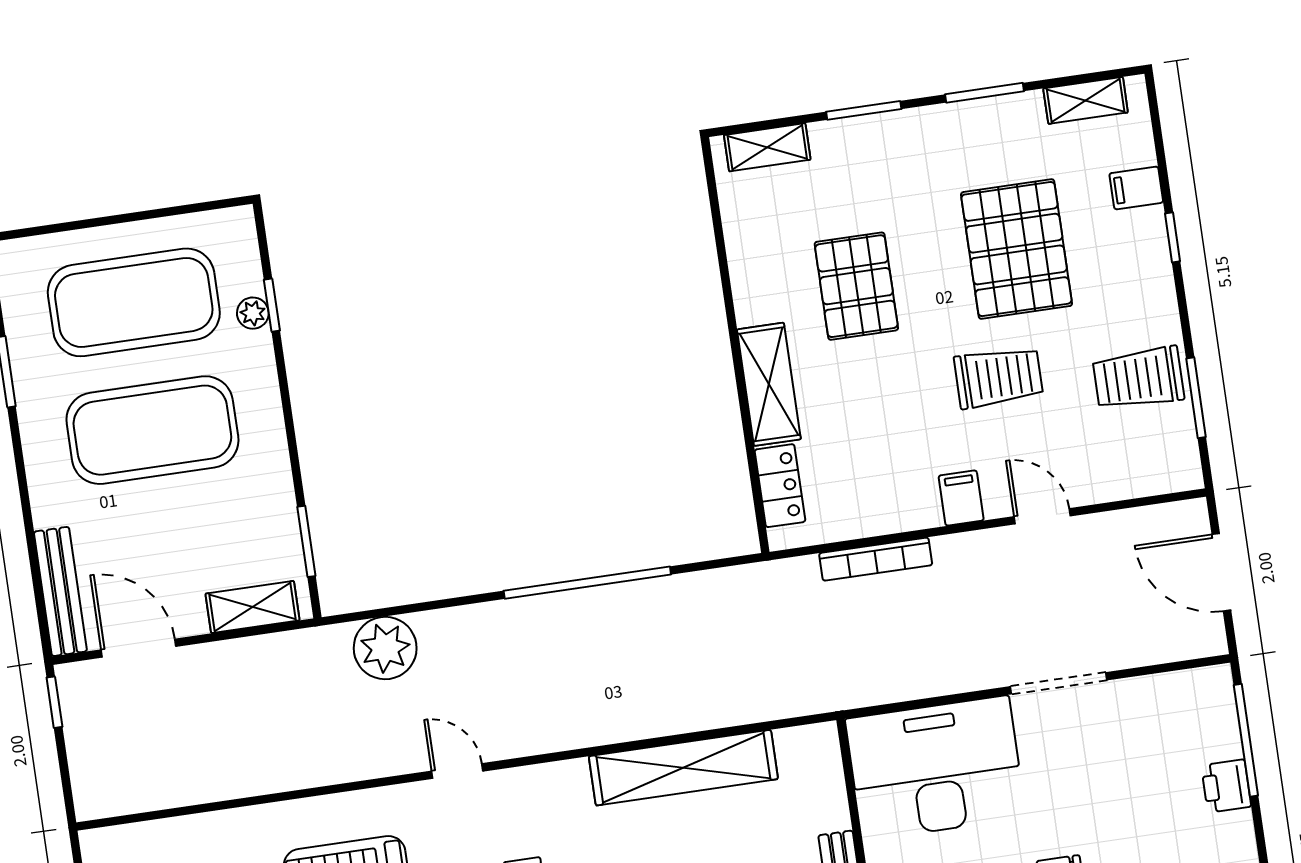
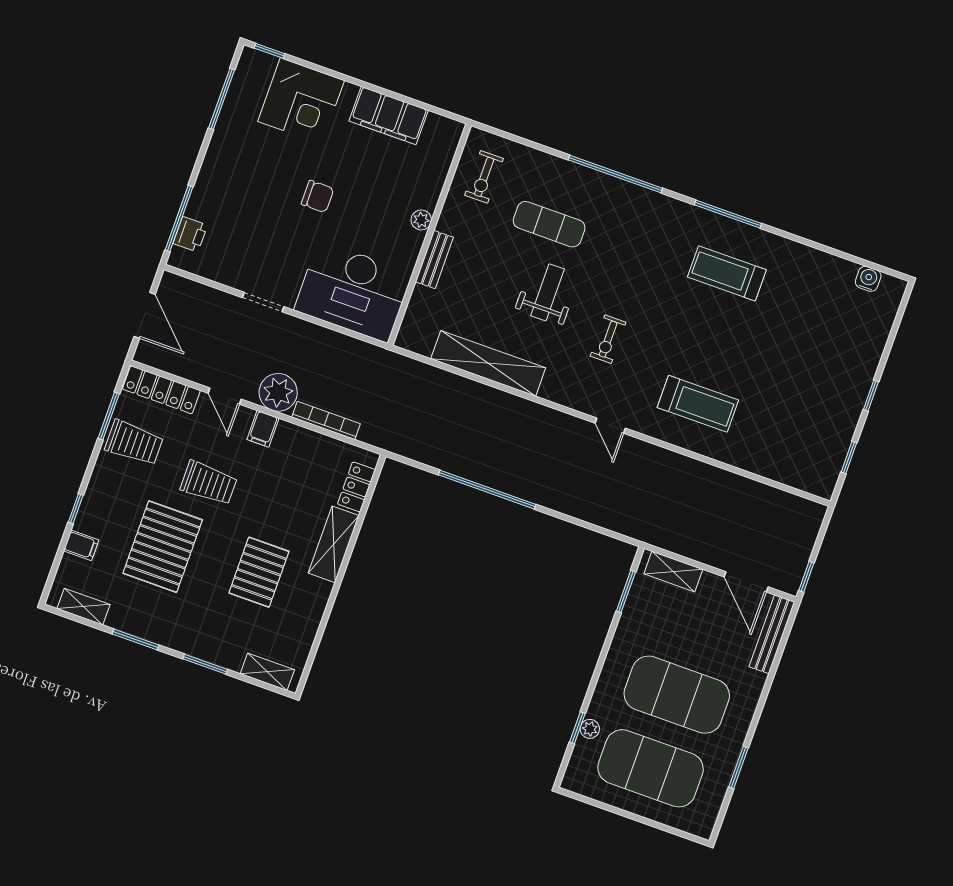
trolley: (998, 377) -> (209, 483), turned 180
locker: (1139, 477) -> (161, 390), added
plant: (385, 648) -> (278, 392), moved
doorway: (1059, 683) -> (263, 302), width x0.73
printer: (1226, 786) -> (190, 234), moved

